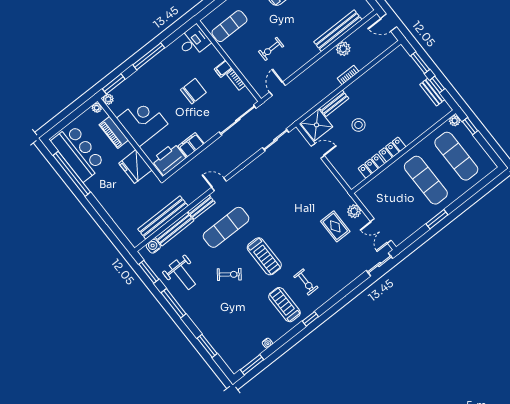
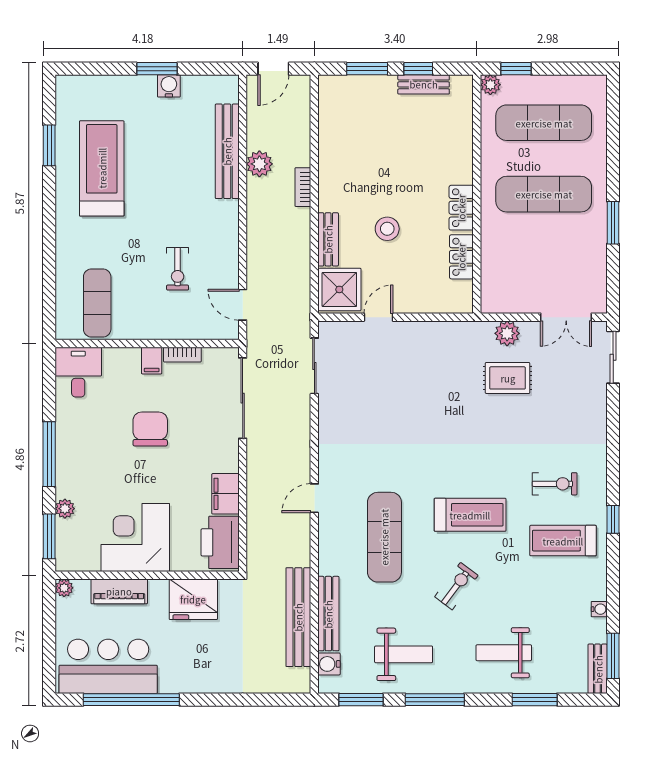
plant: (108, 99) -> (65, 509), moved
bench: (202, 207) -> (598, 669), moved
weight bench: (217, 317) -> (504, 653), added

